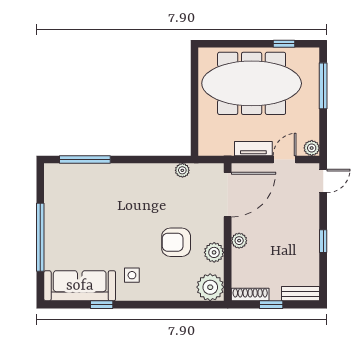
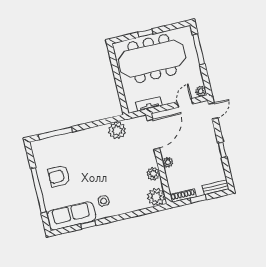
window: (284, 44) -> (145, 33), moved
tv unit: (253, 149) -> (149, 104), moved
plant: (182, 170) -> (117, 130), width x1.88, depth x1.88
armchair: (176, 242) -> (59, 176), moved

